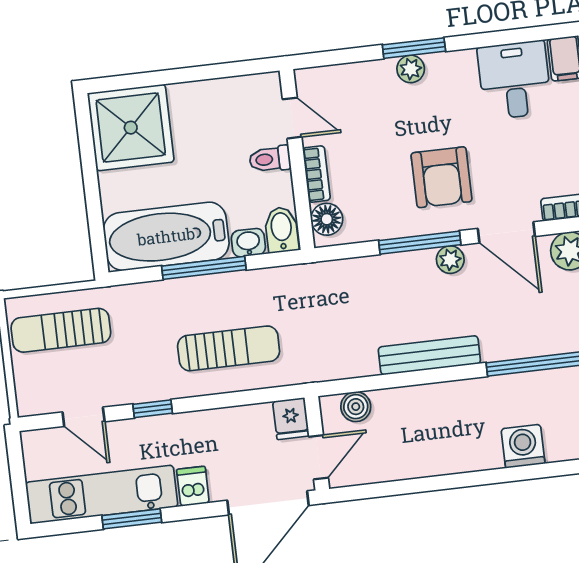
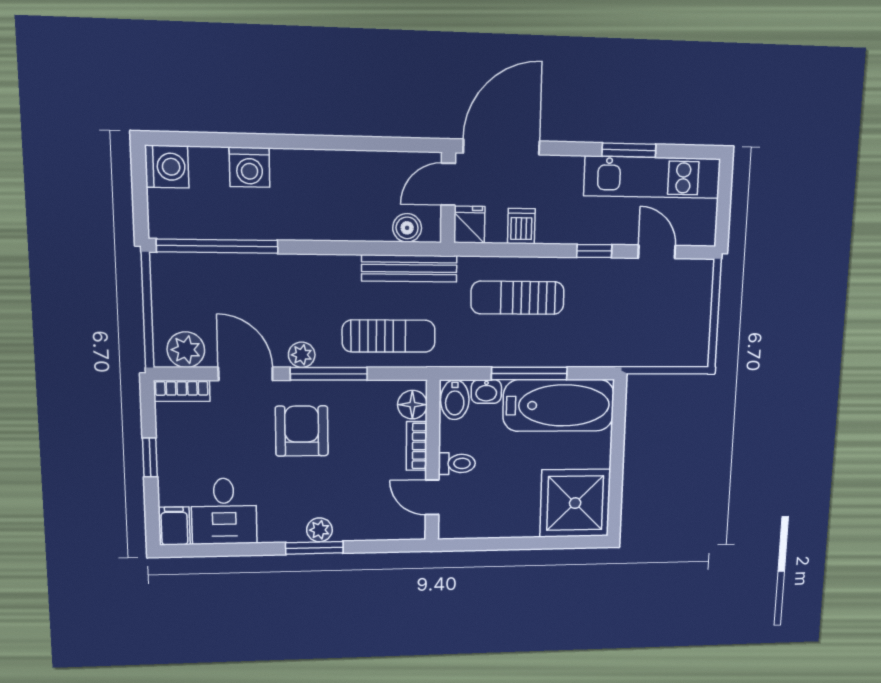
sun lounger: (61, 330) -> (389, 336), moved
bench: (429, 355) -> (409, 268), moved
dishwasher: (193, 486) -> (521, 226), moved, turned 180

